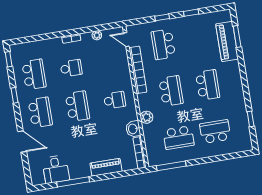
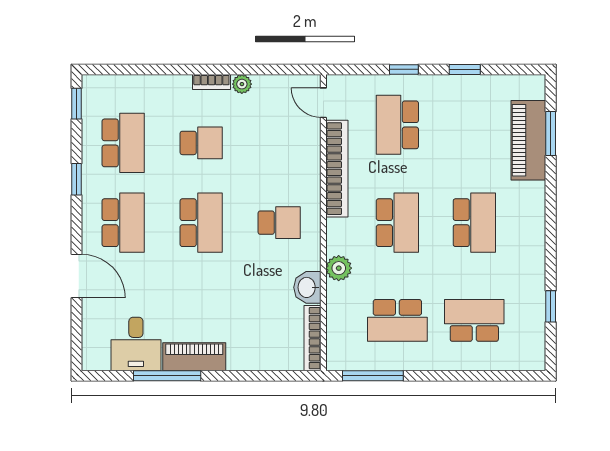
plant: (97, 35) -> (242, 84), moved
piano: (106, 167) -> (194, 357), moved

